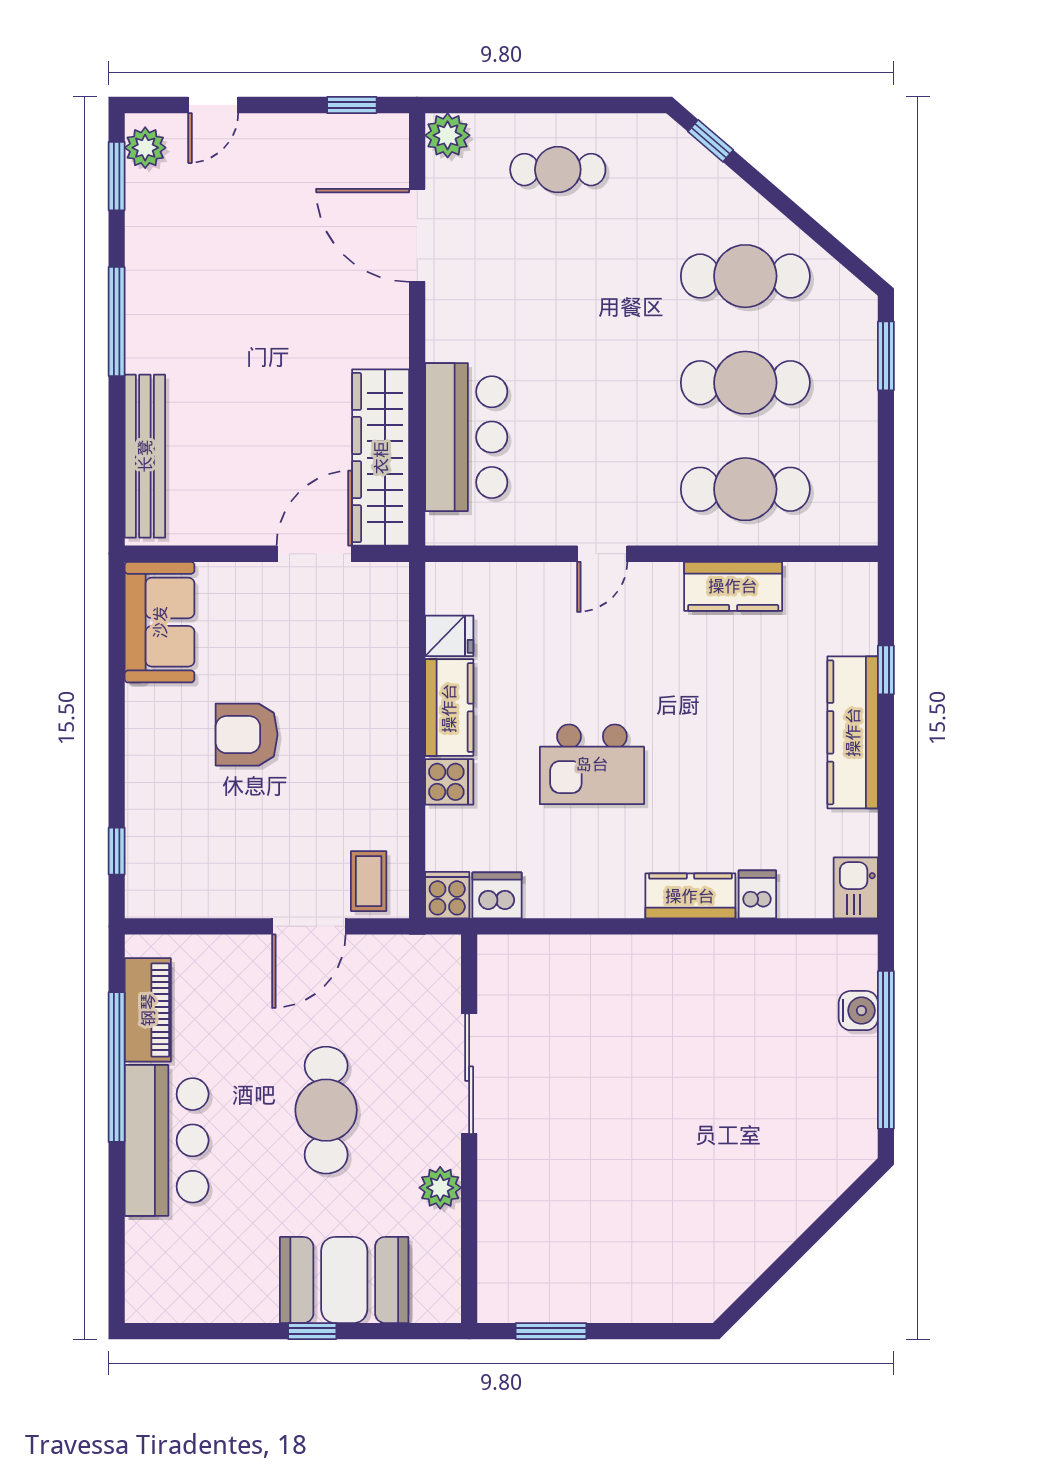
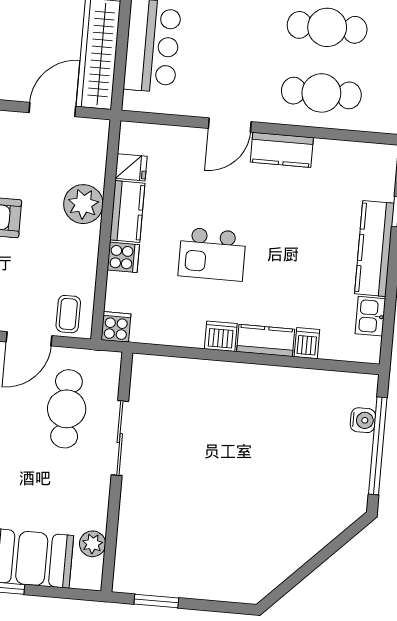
door: (602, 554) -> (230, 125), width x1.38
kitchen counter: (733, 586) -> (282, 150), moved
plant: (377, 702) -> (83, 204), added
kitchen sink: (856, 888) -> (370, 316), moved
dishwasher: (497, 895) -> (221, 336), moved
cafe table: (326, 1110) -> (67, 409), moved
plant: (440, 1188) -> (93, 544), moved

